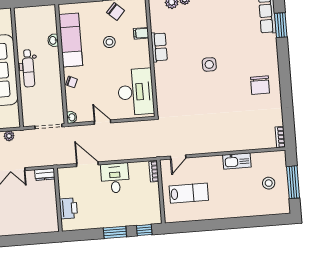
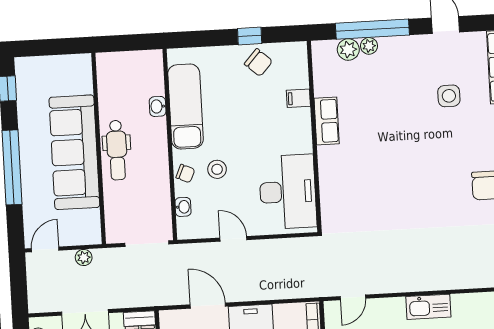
stool: (109, 42) -> (217, 169), moved
side table: (209, 64) -> (449, 96), moved
washbasin: (72, 117) -> (183, 207), moved
kitchen sink: (237, 161) -> (428, 307), moved

